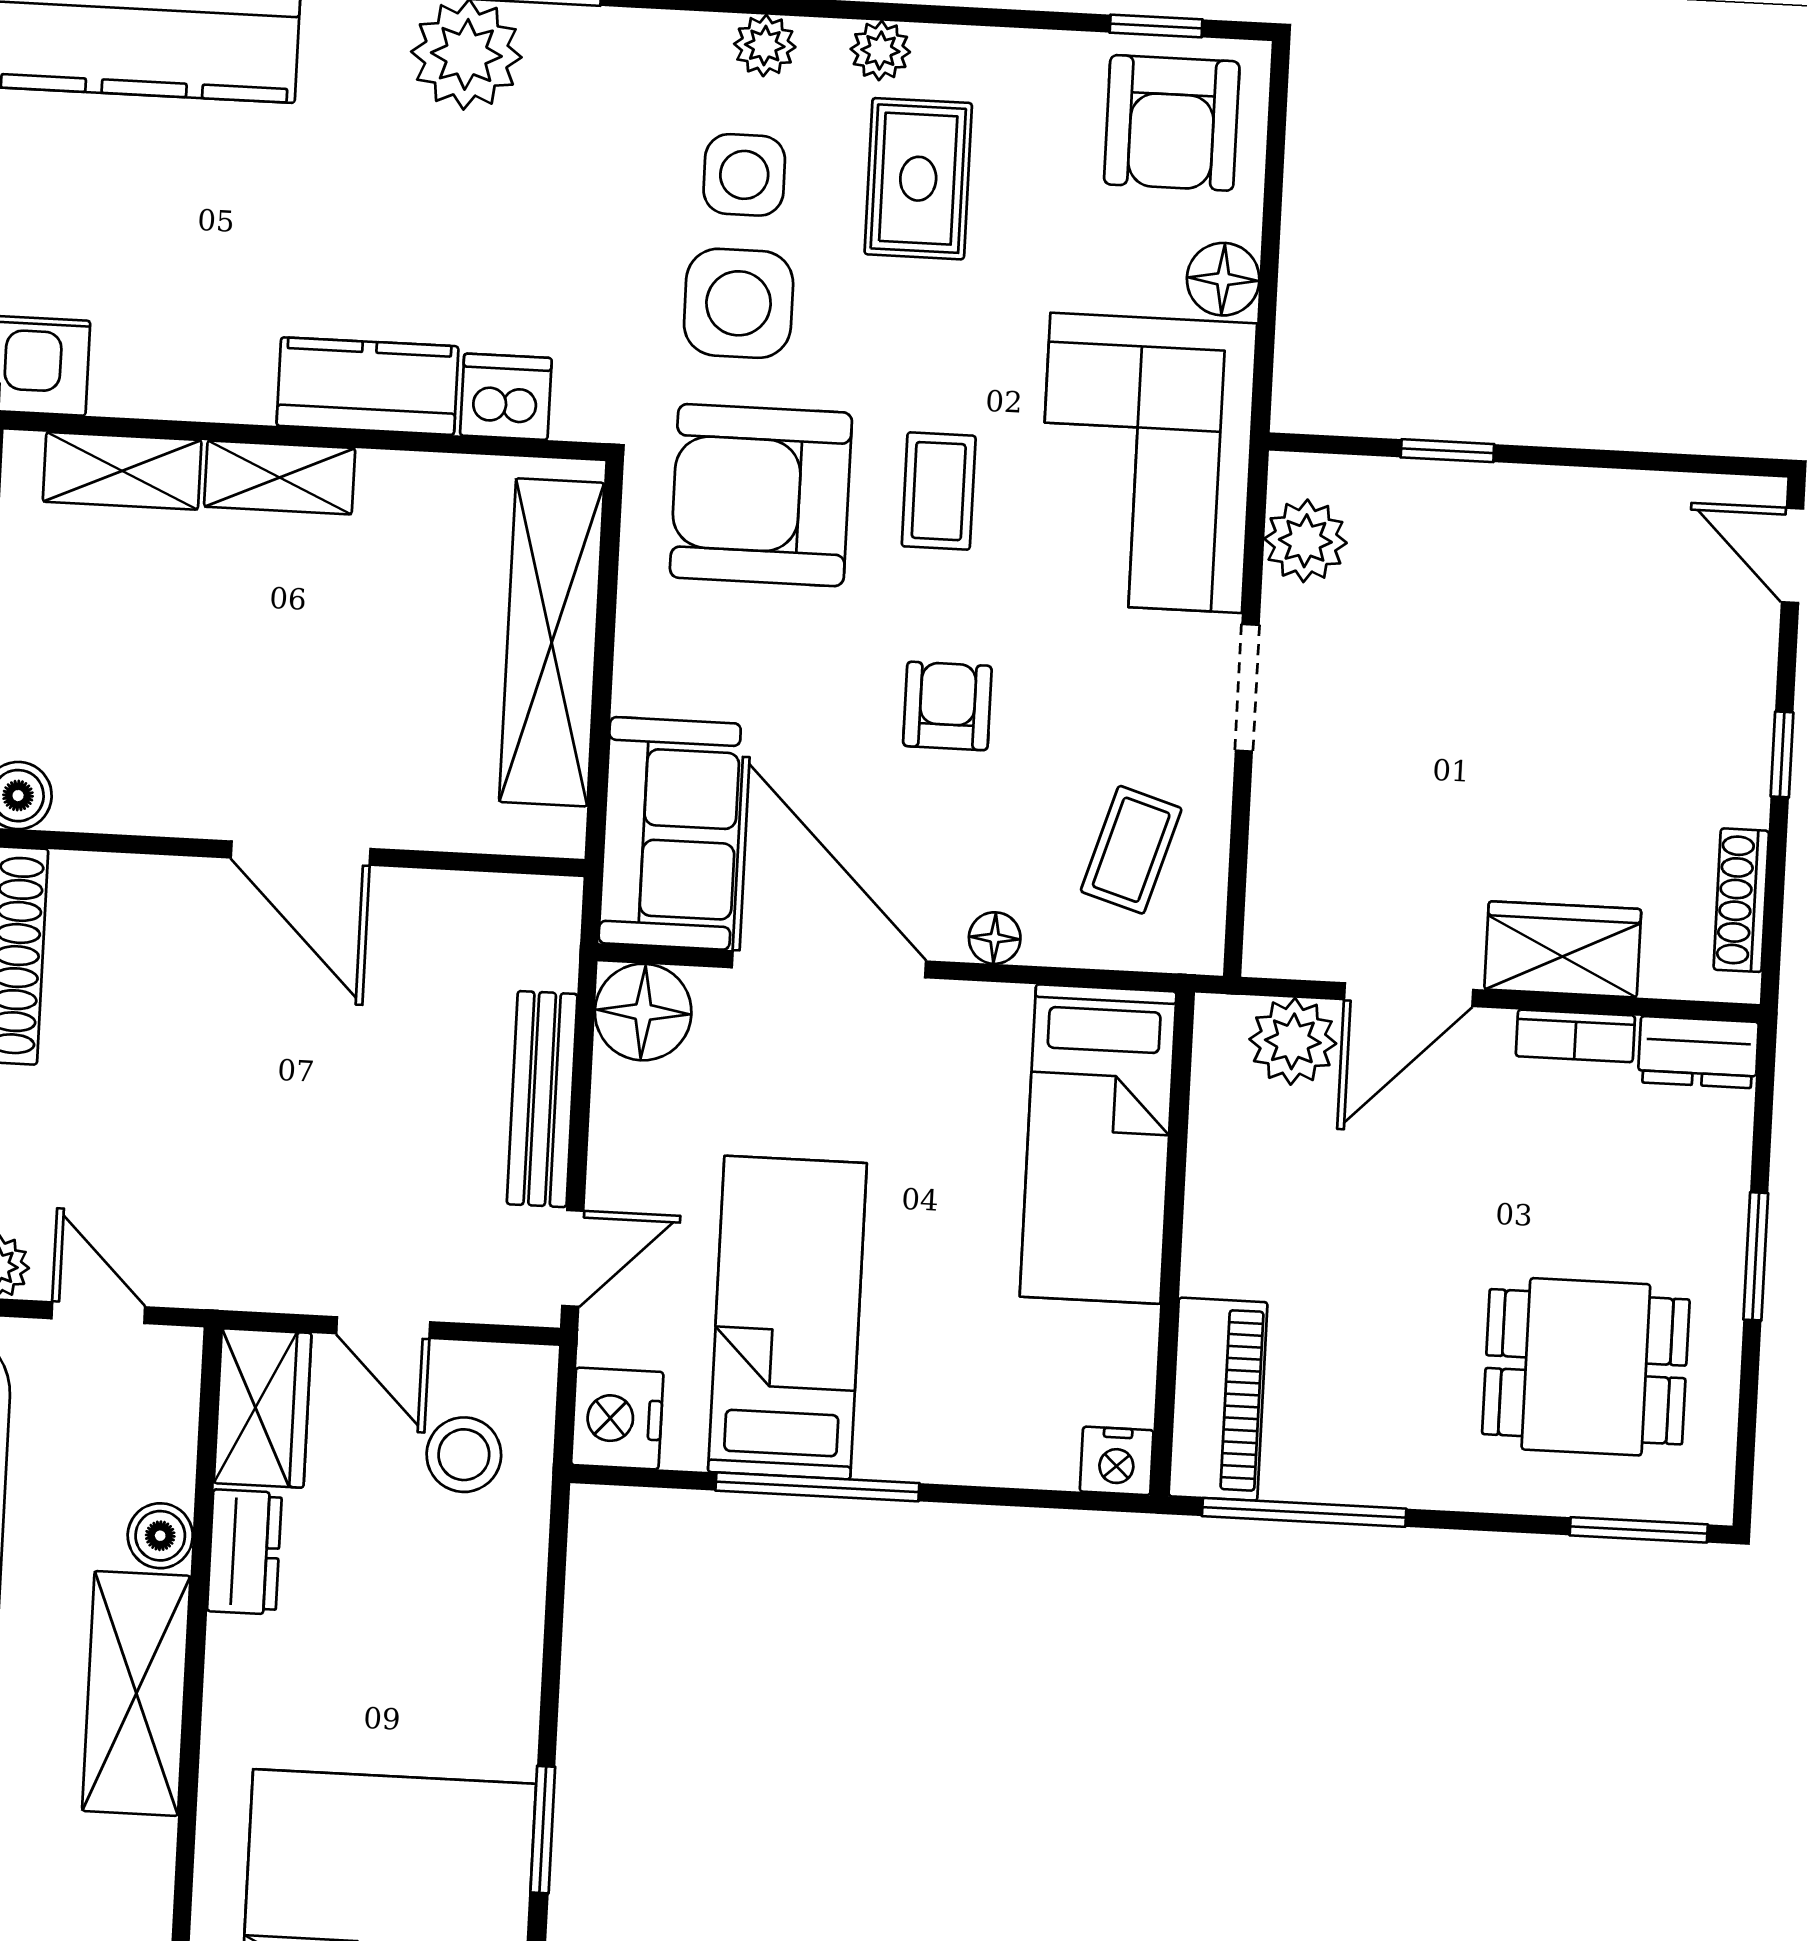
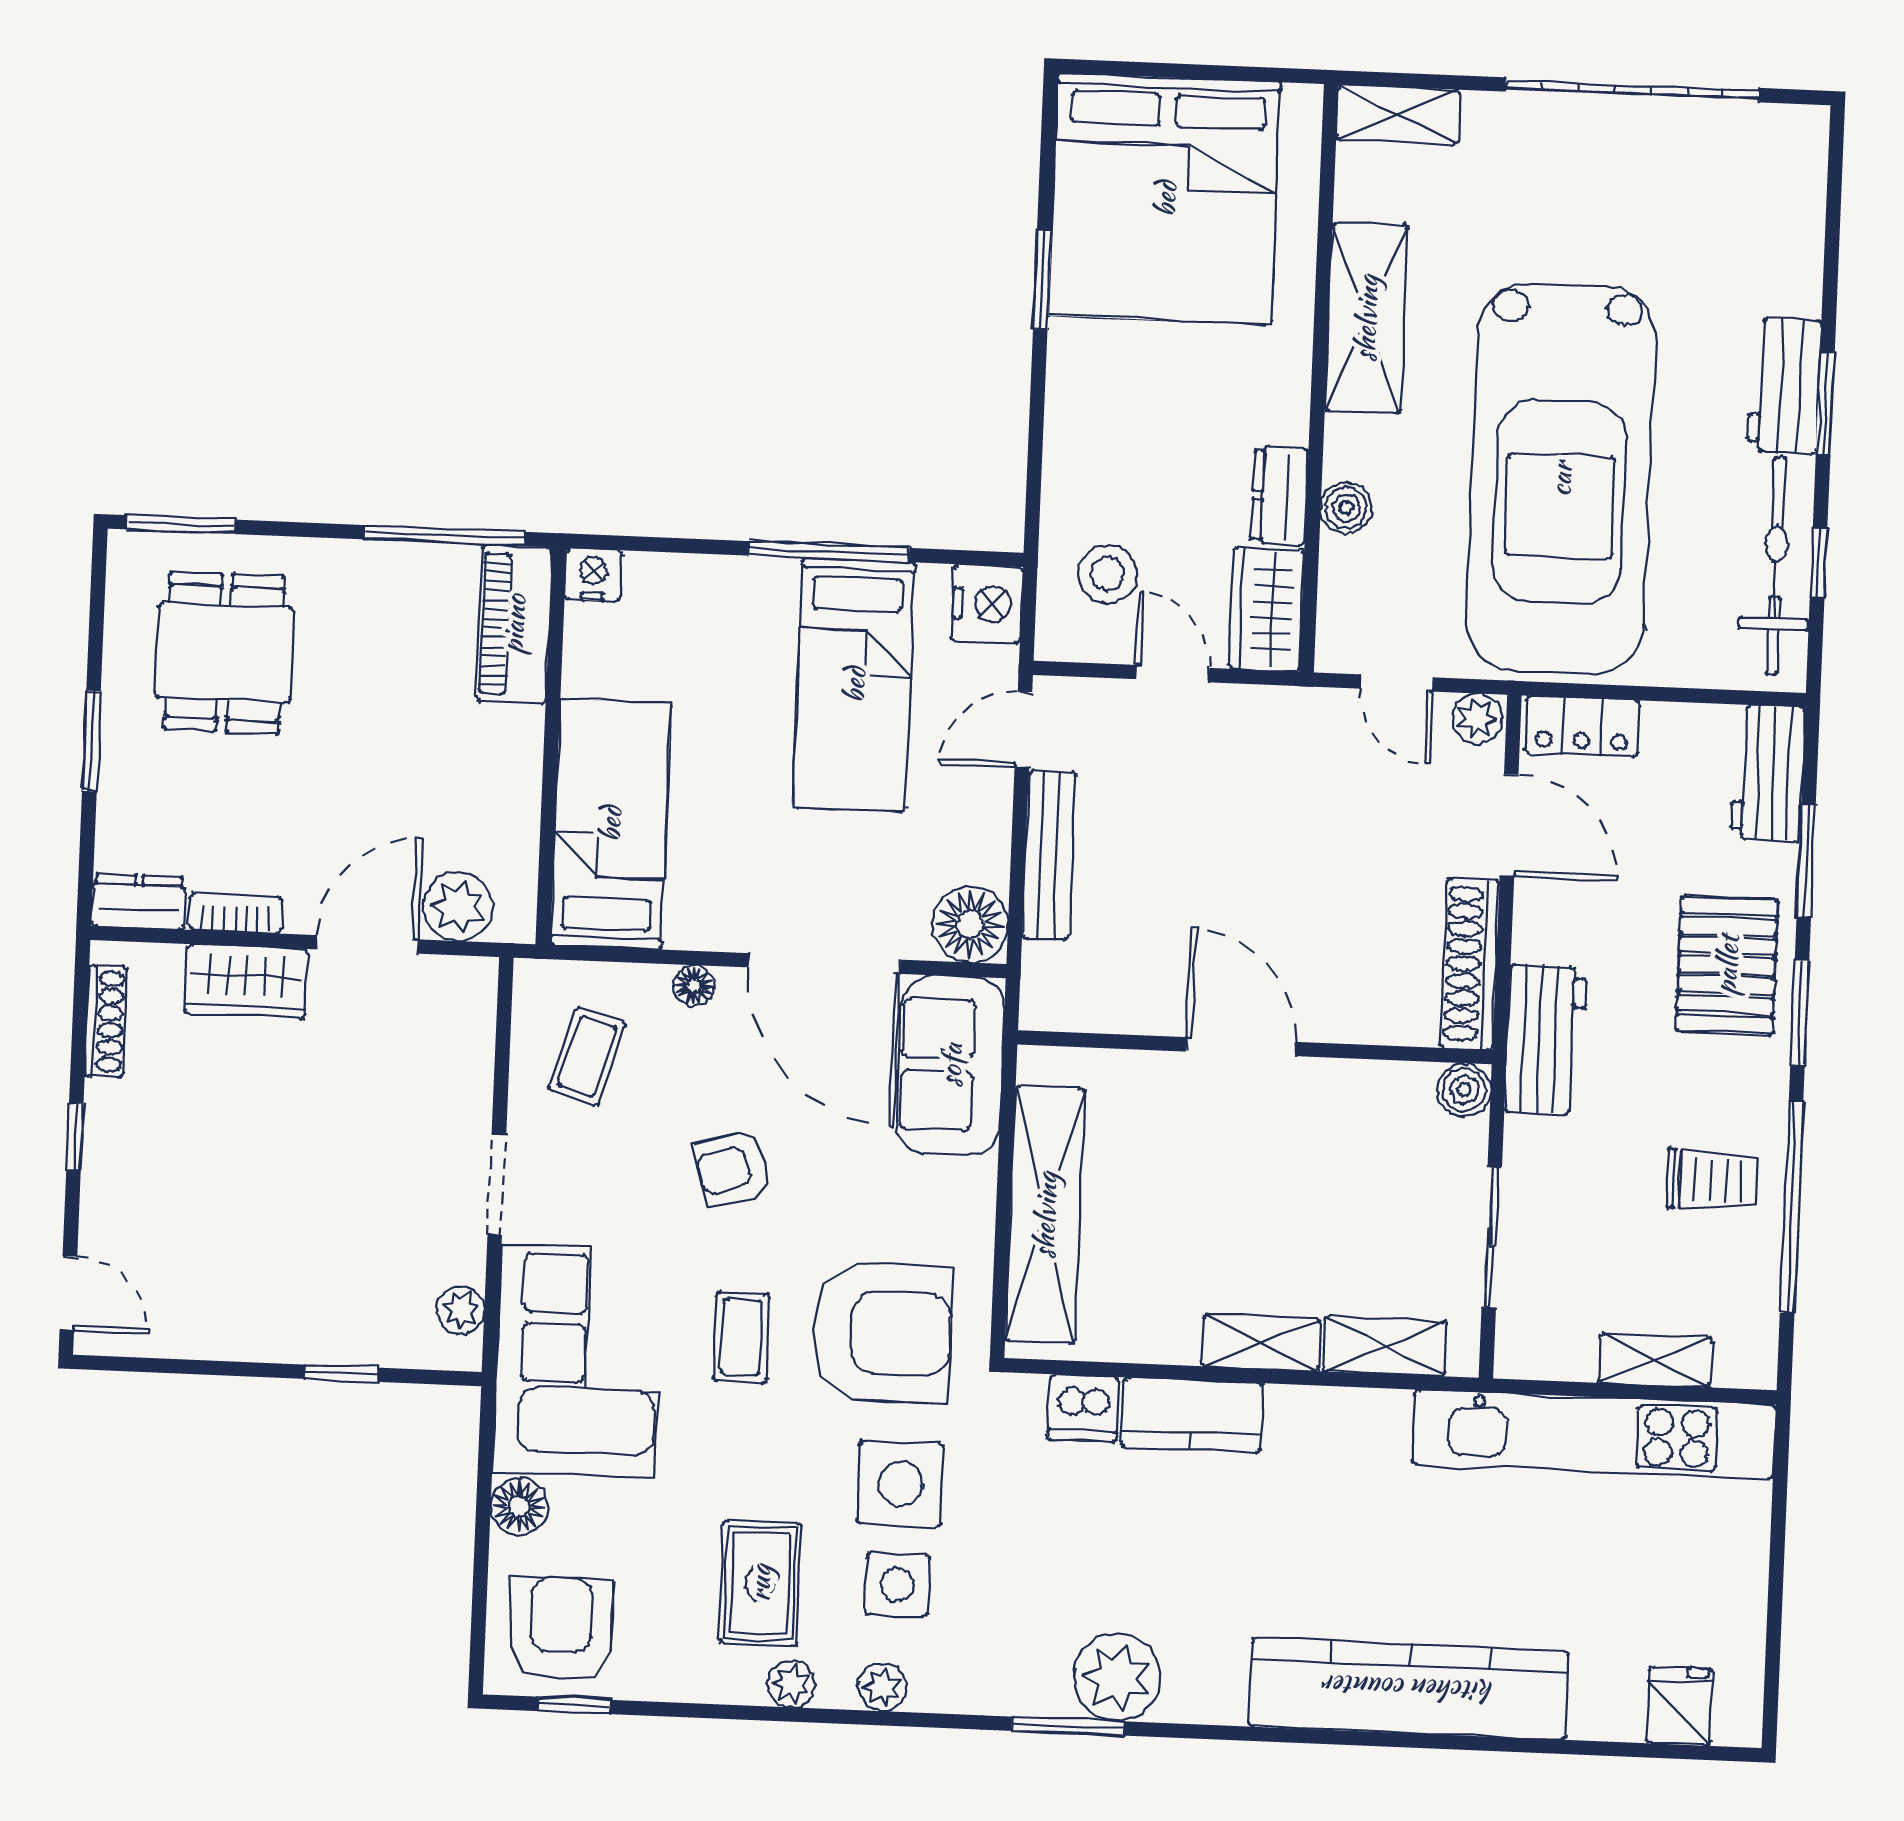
plant: (1305, 541) -> (461, 1310), width x0.73, depth x0.73
armchair: (947, 706) -> (733, 1168), turned 74
dining table: (1586, 1367) -> (224, 653), turned 90
shelving: (136, 1693) -> (1366, 318), moved

